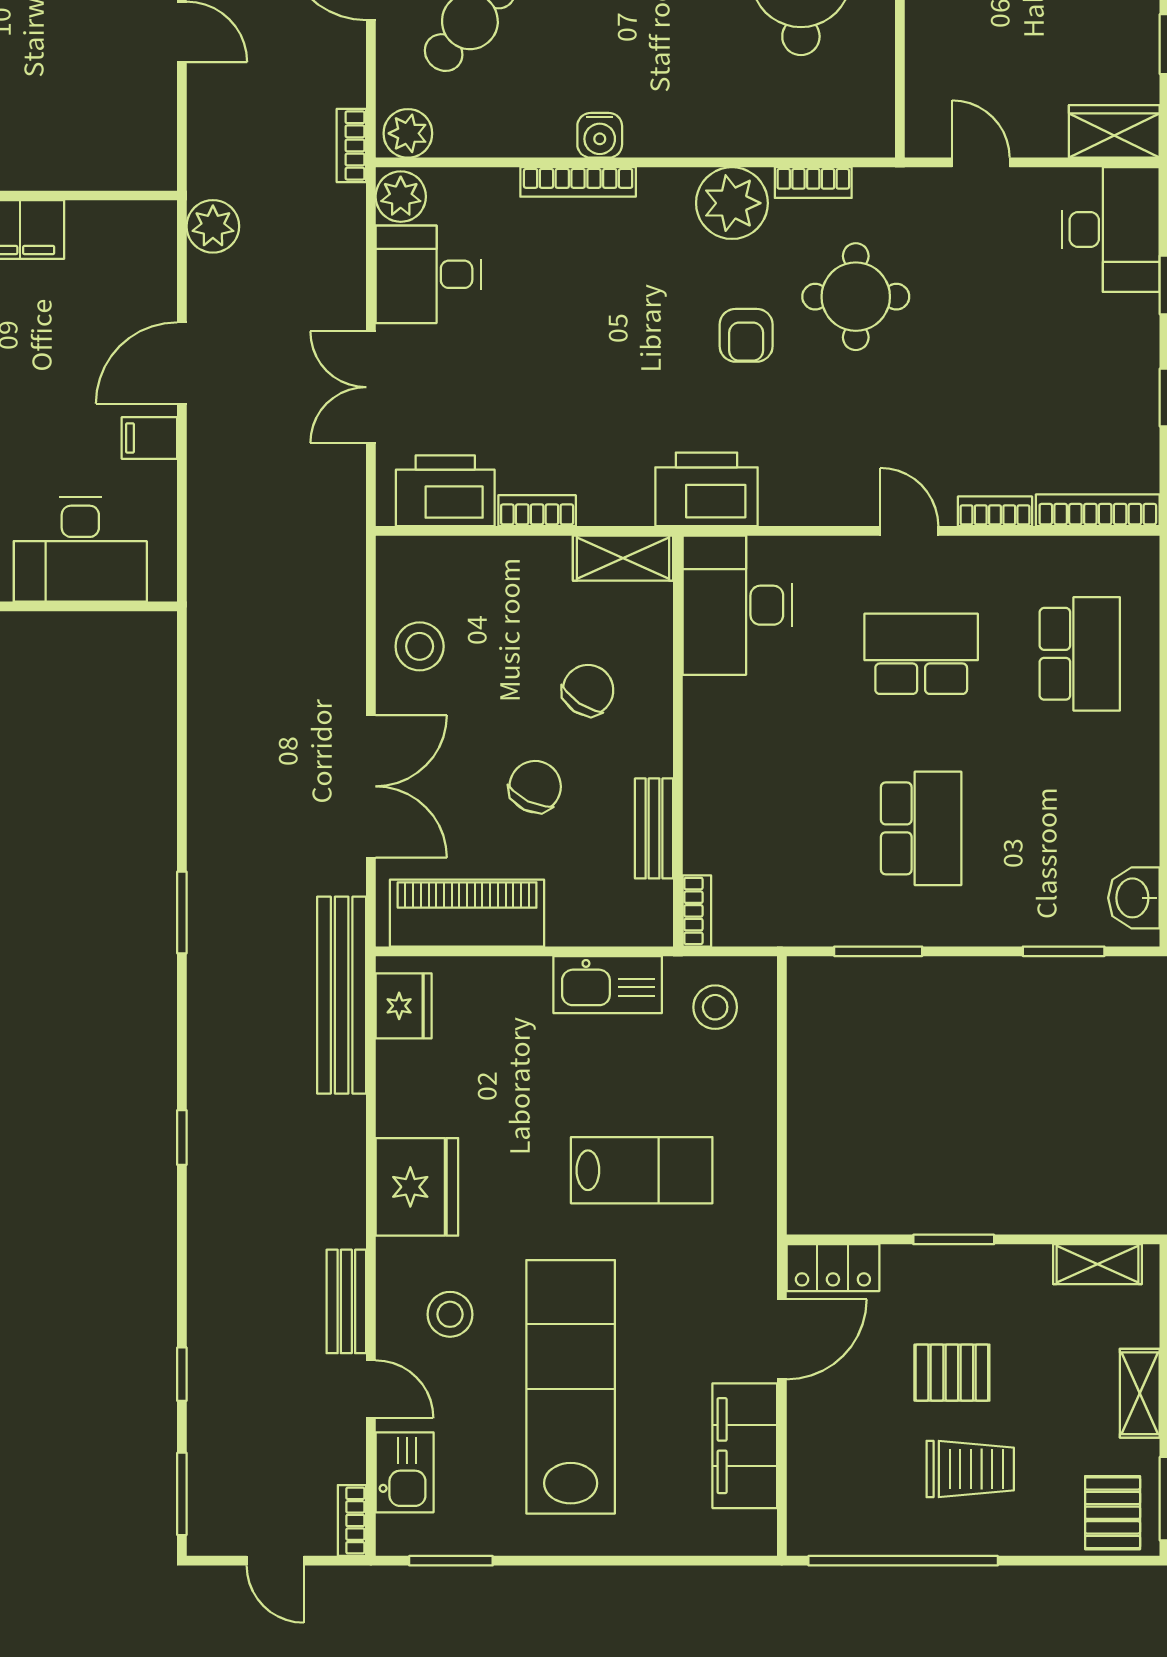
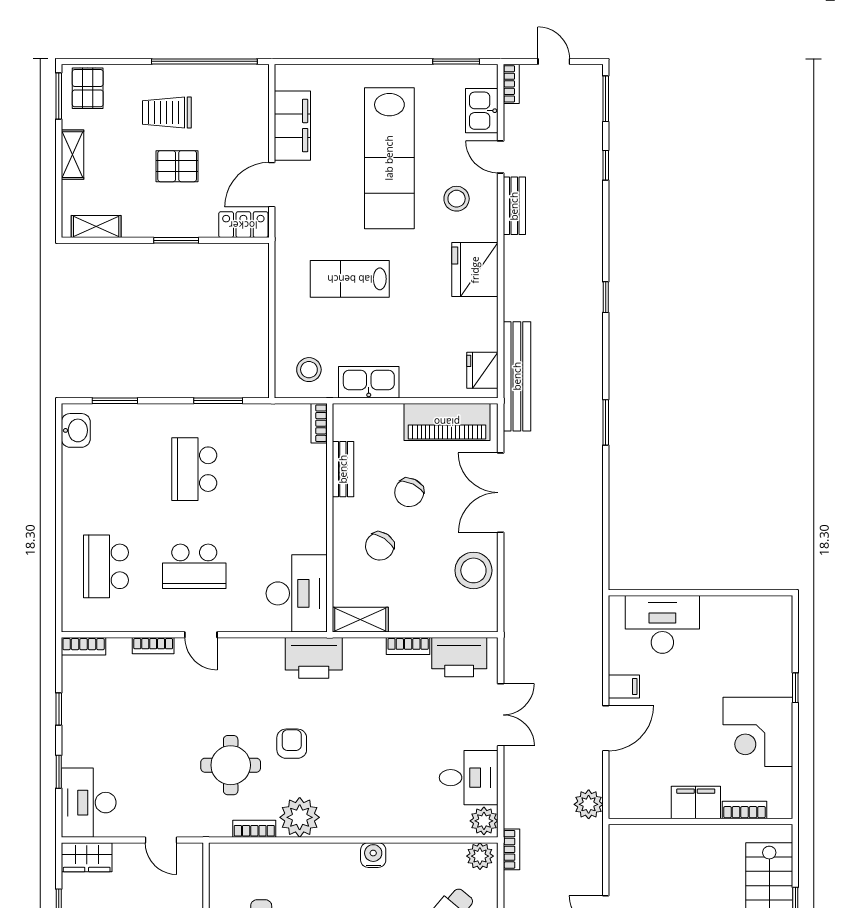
bookcase: (578, 182) -> (385, 829), removed
bookcase: (1098, 510) -> (84, 646), width x0.64
stool: (420, 646) -> (473, 570), width x1.38, depth x1.38

